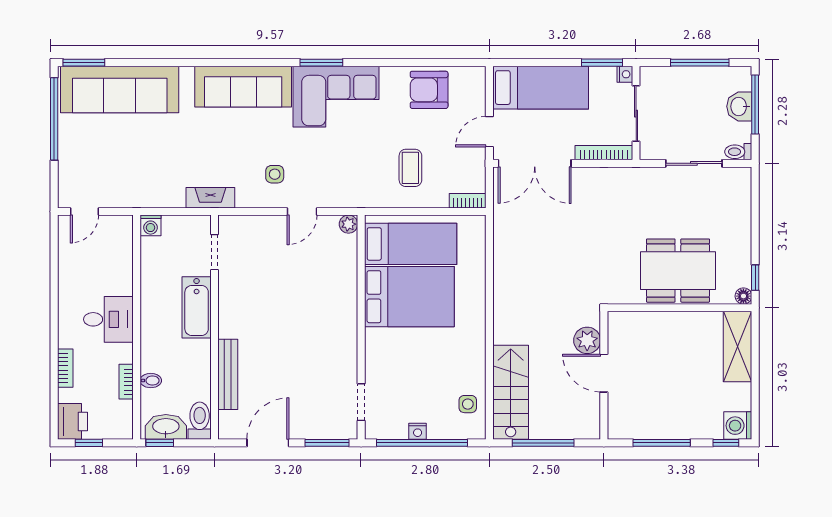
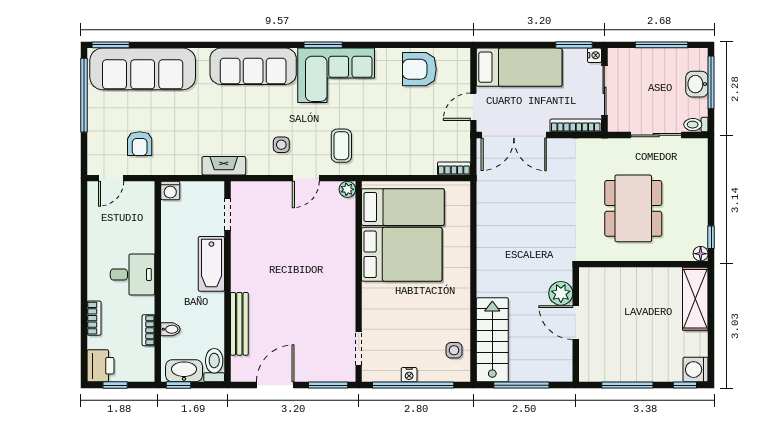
coffee table: (410, 168) -> (341, 146), moved
armchair: (116, 173) -> (140, 144), added
dining table: (678, 271) -> (633, 208), moved, turned 90

